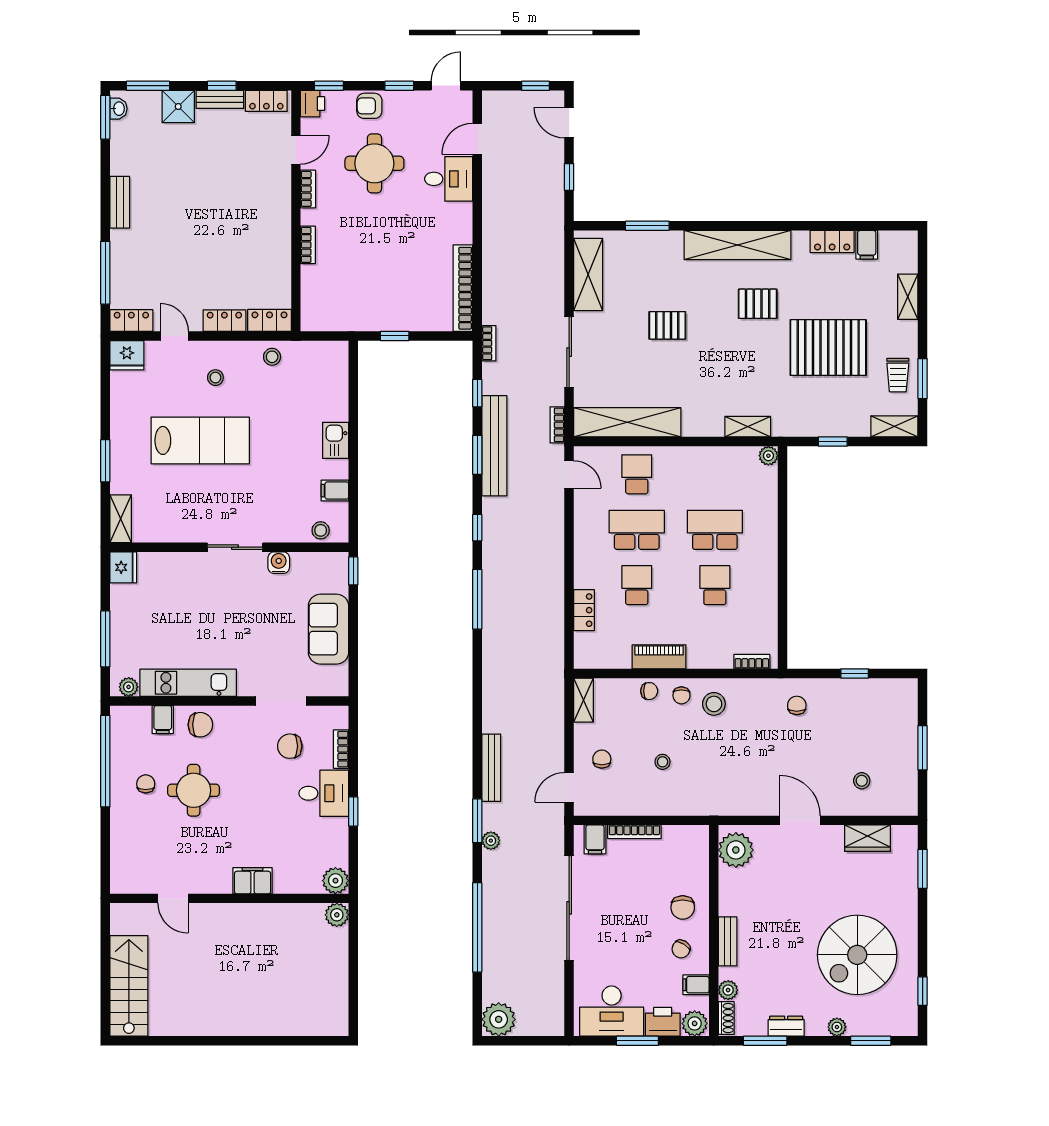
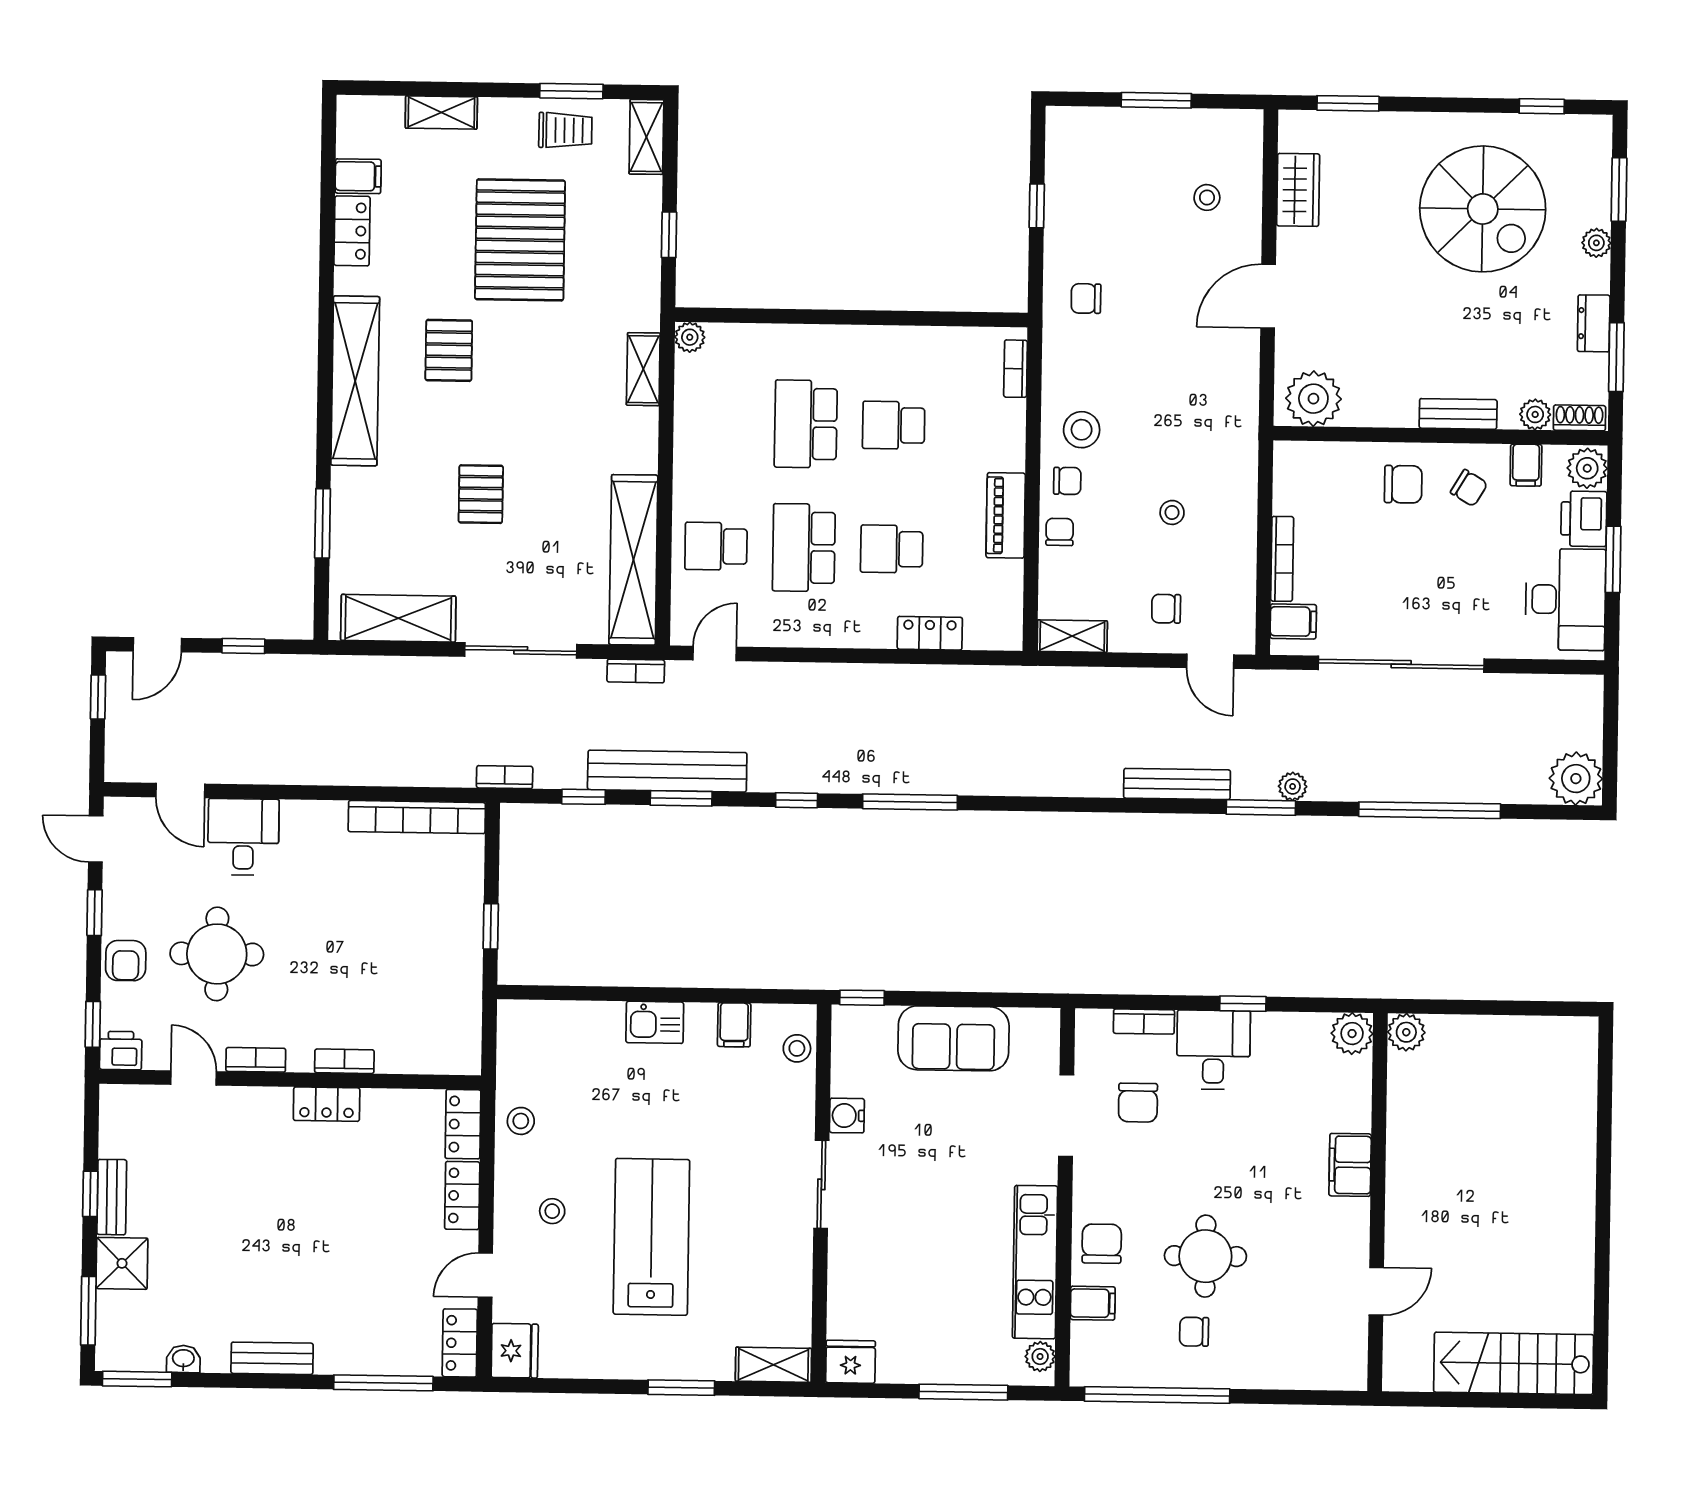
locker: (266, 101) -> (327, 1104), moved, turned 90
washbasin: (118, 109) -> (183, 1359), moved

